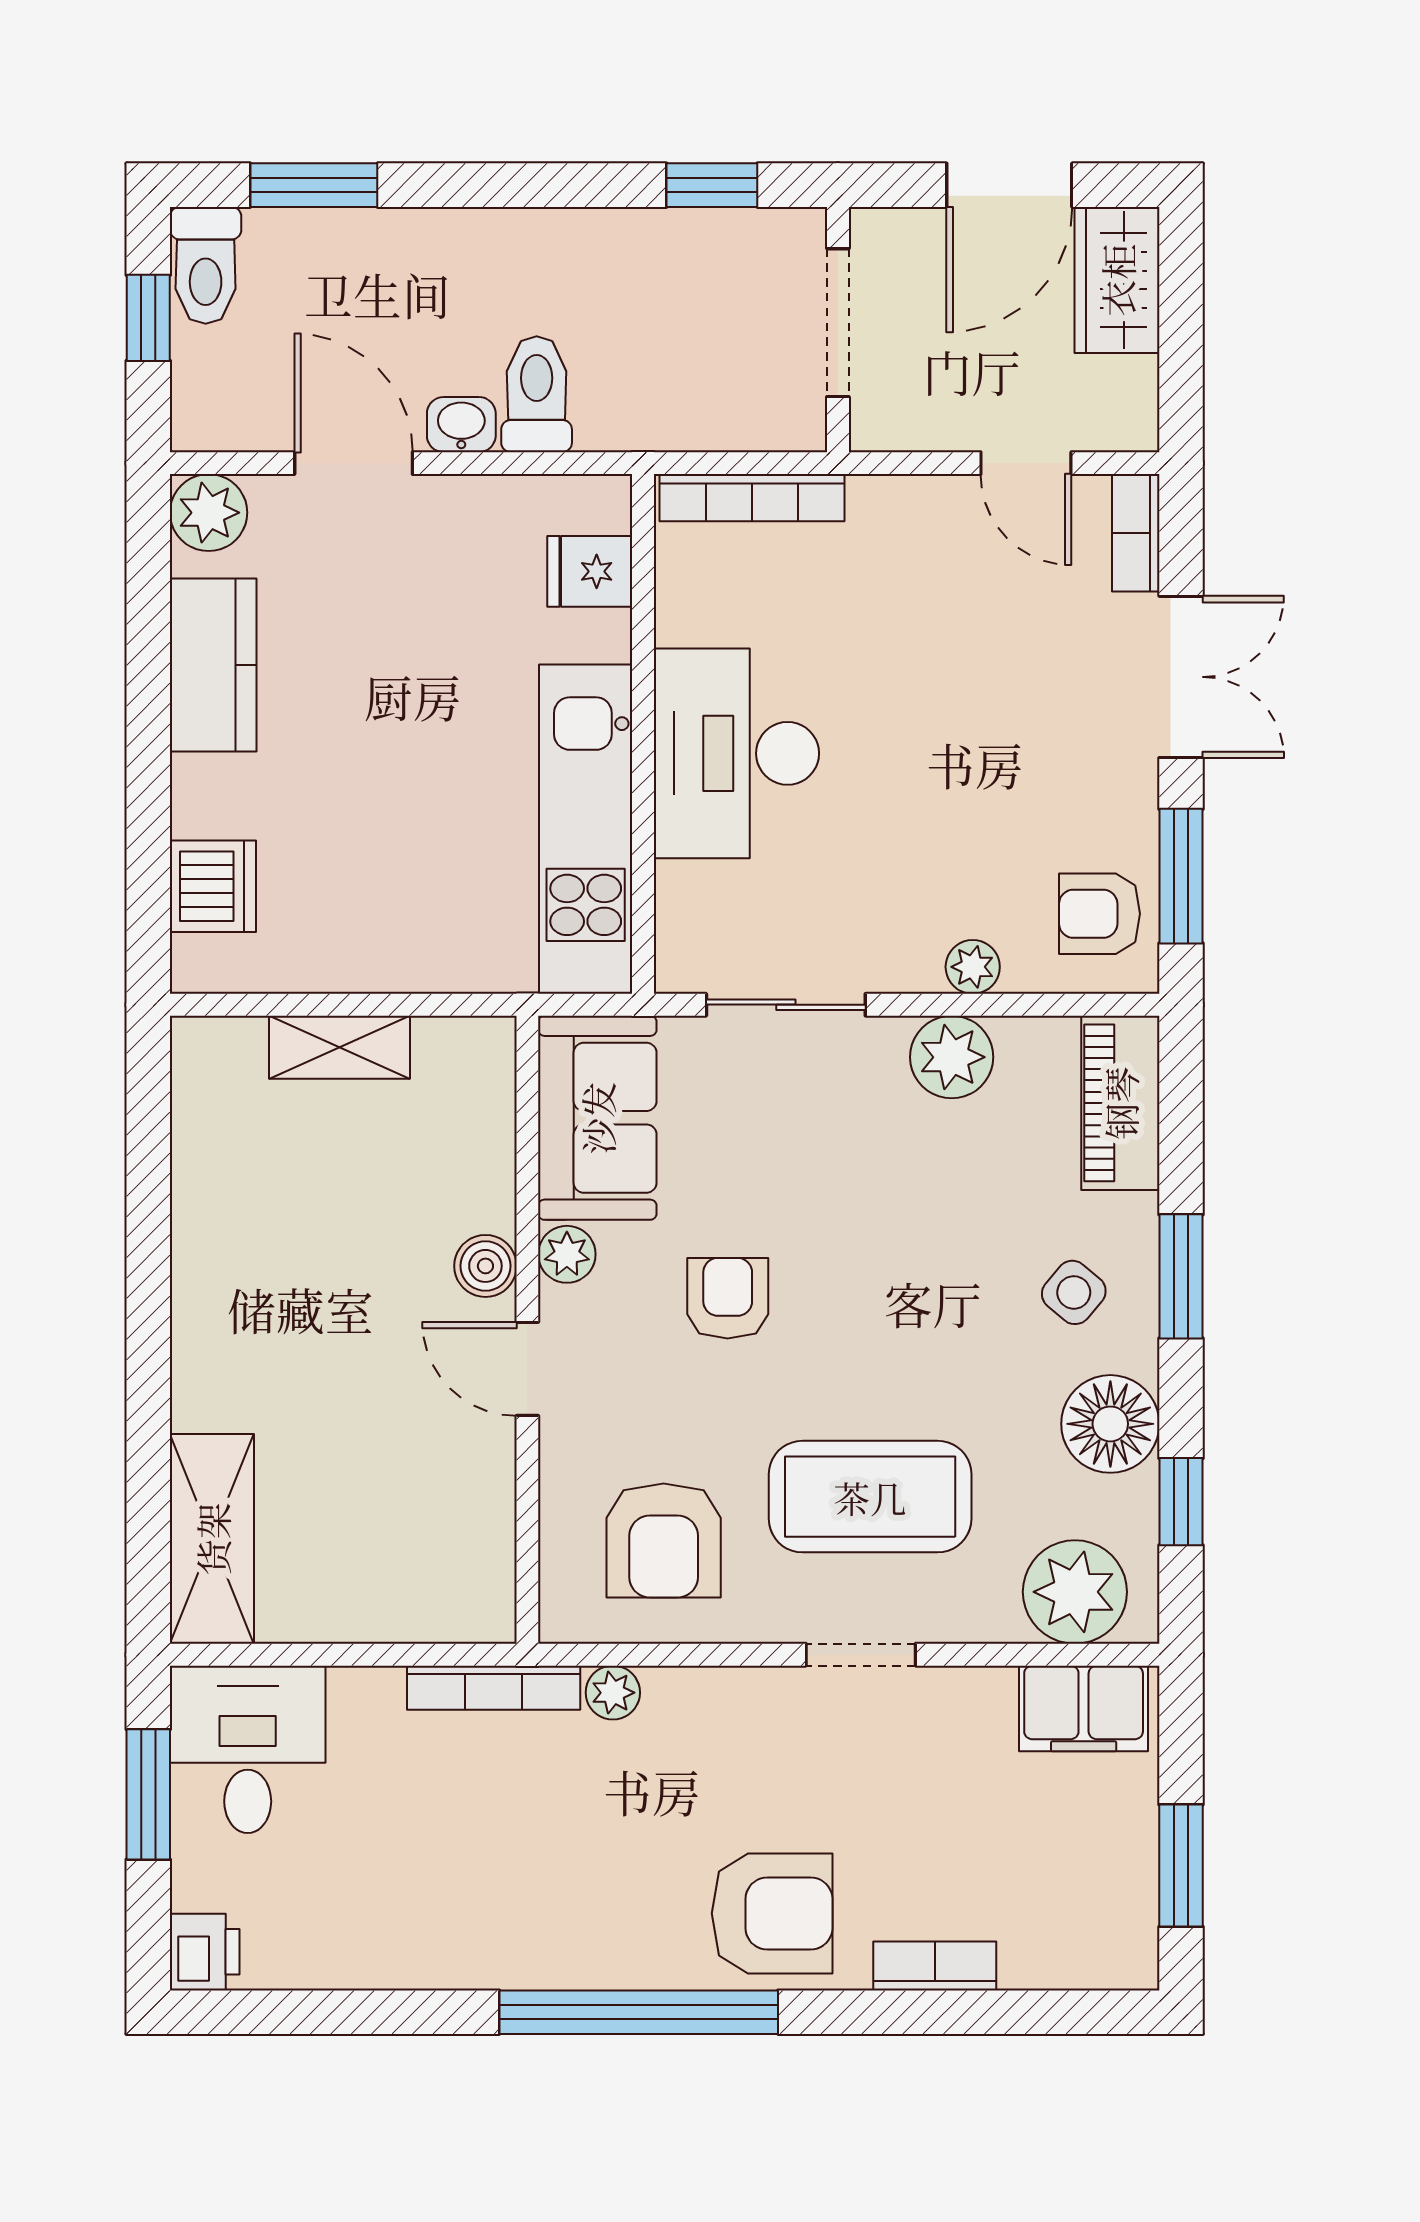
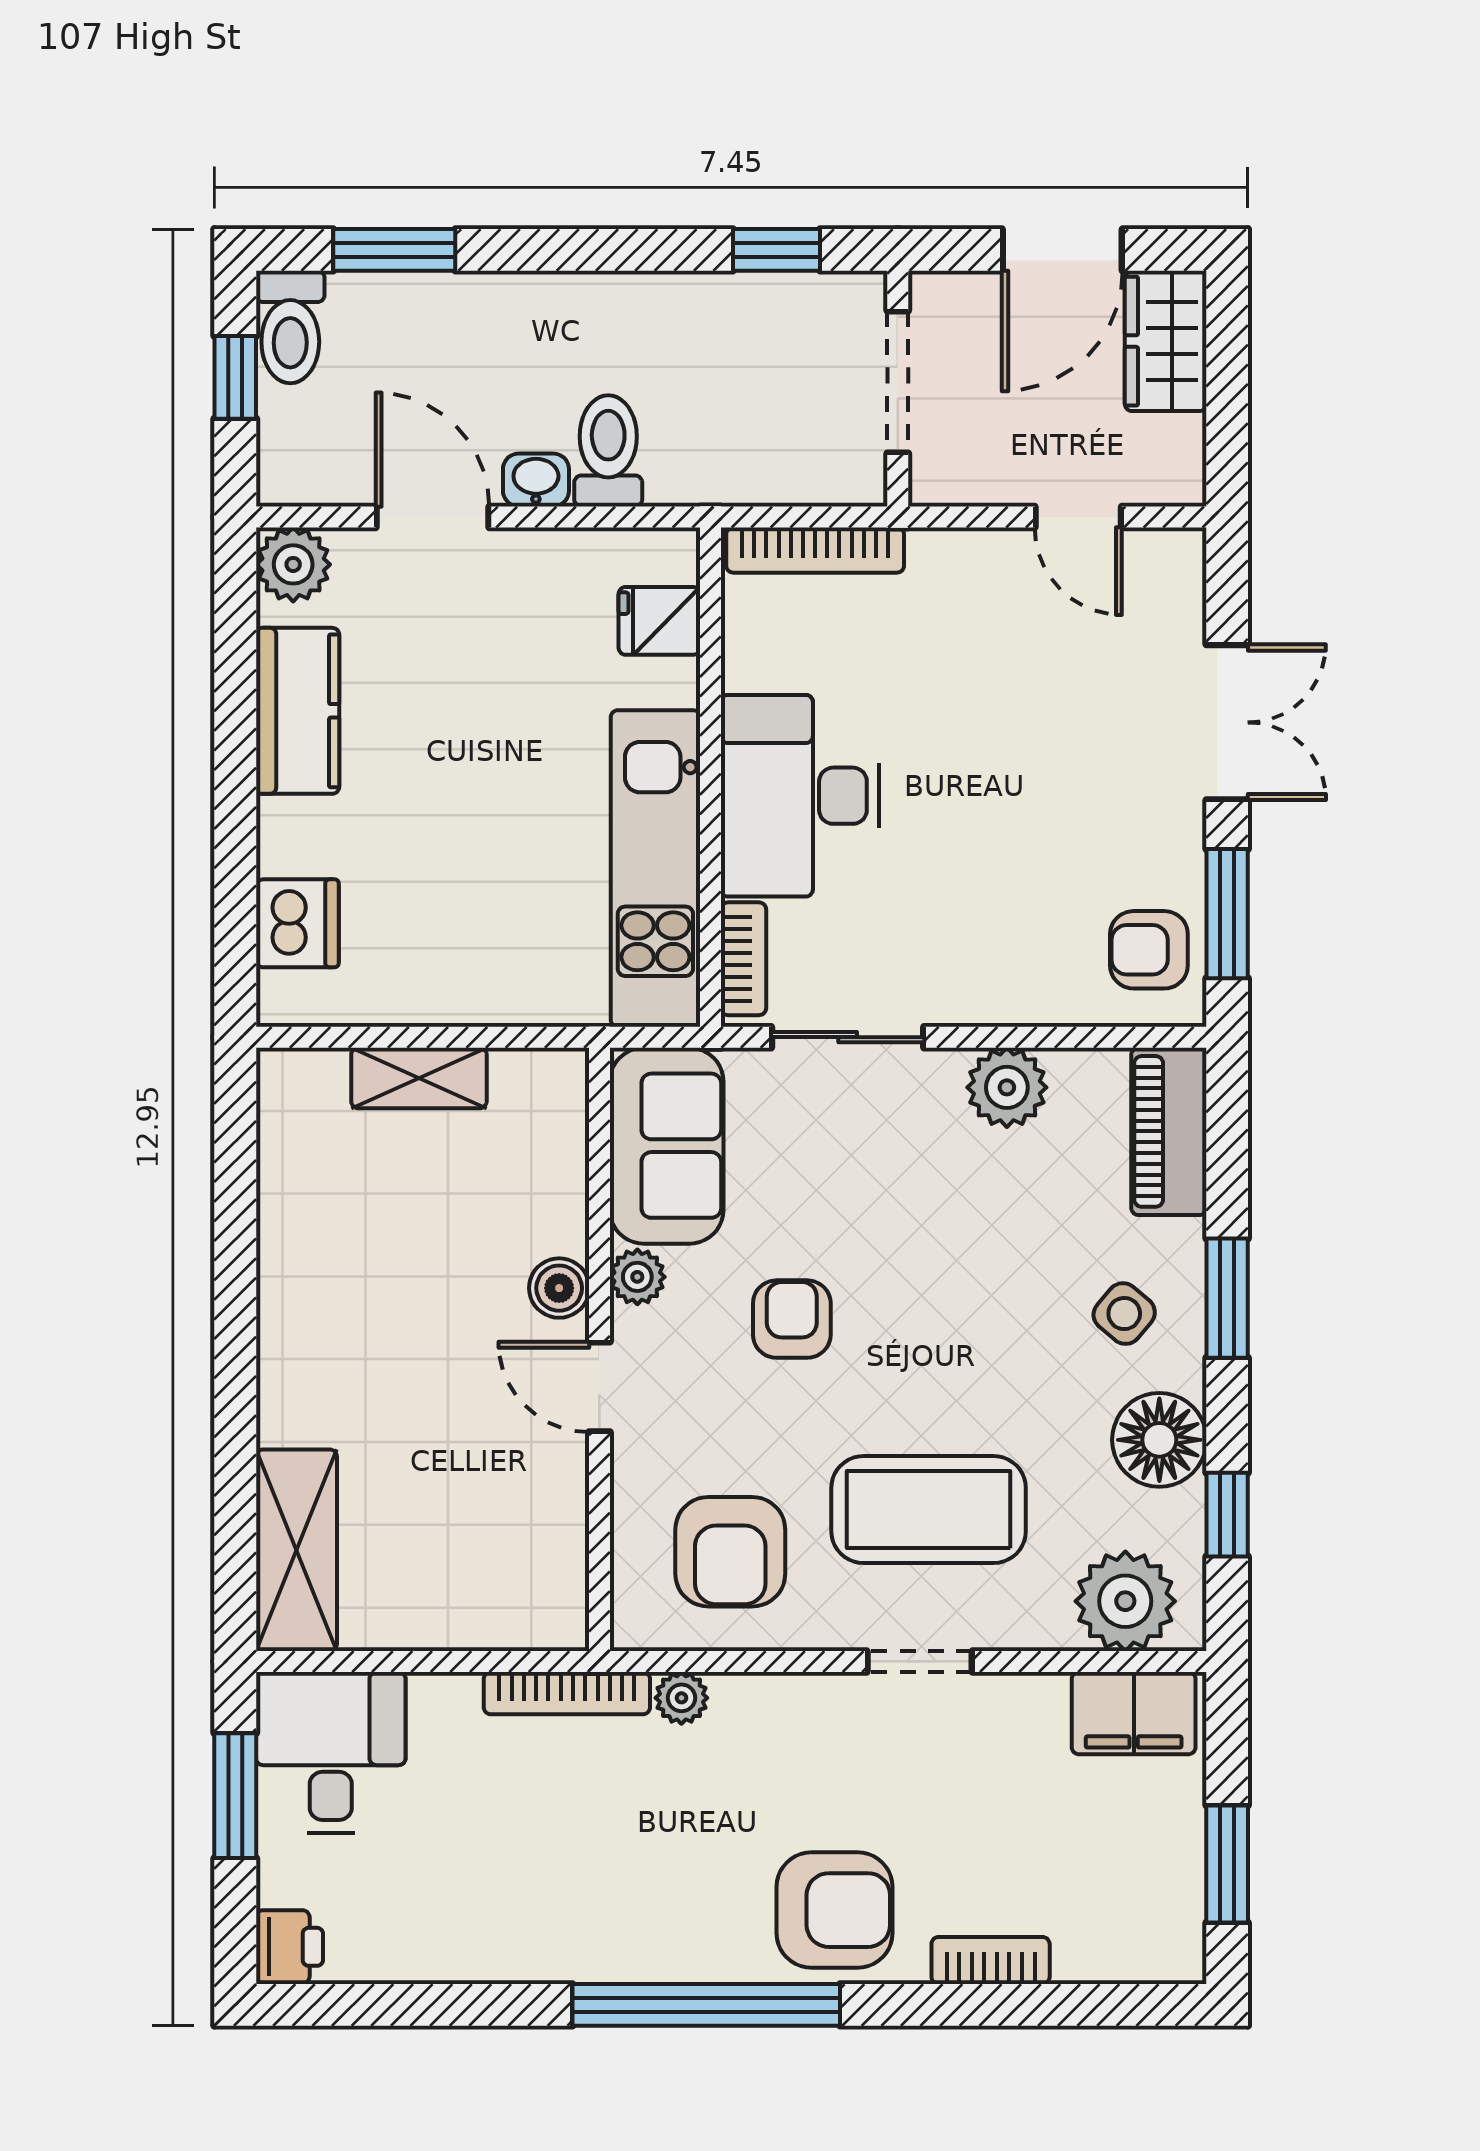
bookcase: (1136, 533) -> (743, 959), moved, turned 180
plant: (973, 967) -> (1027, 1001), removed

